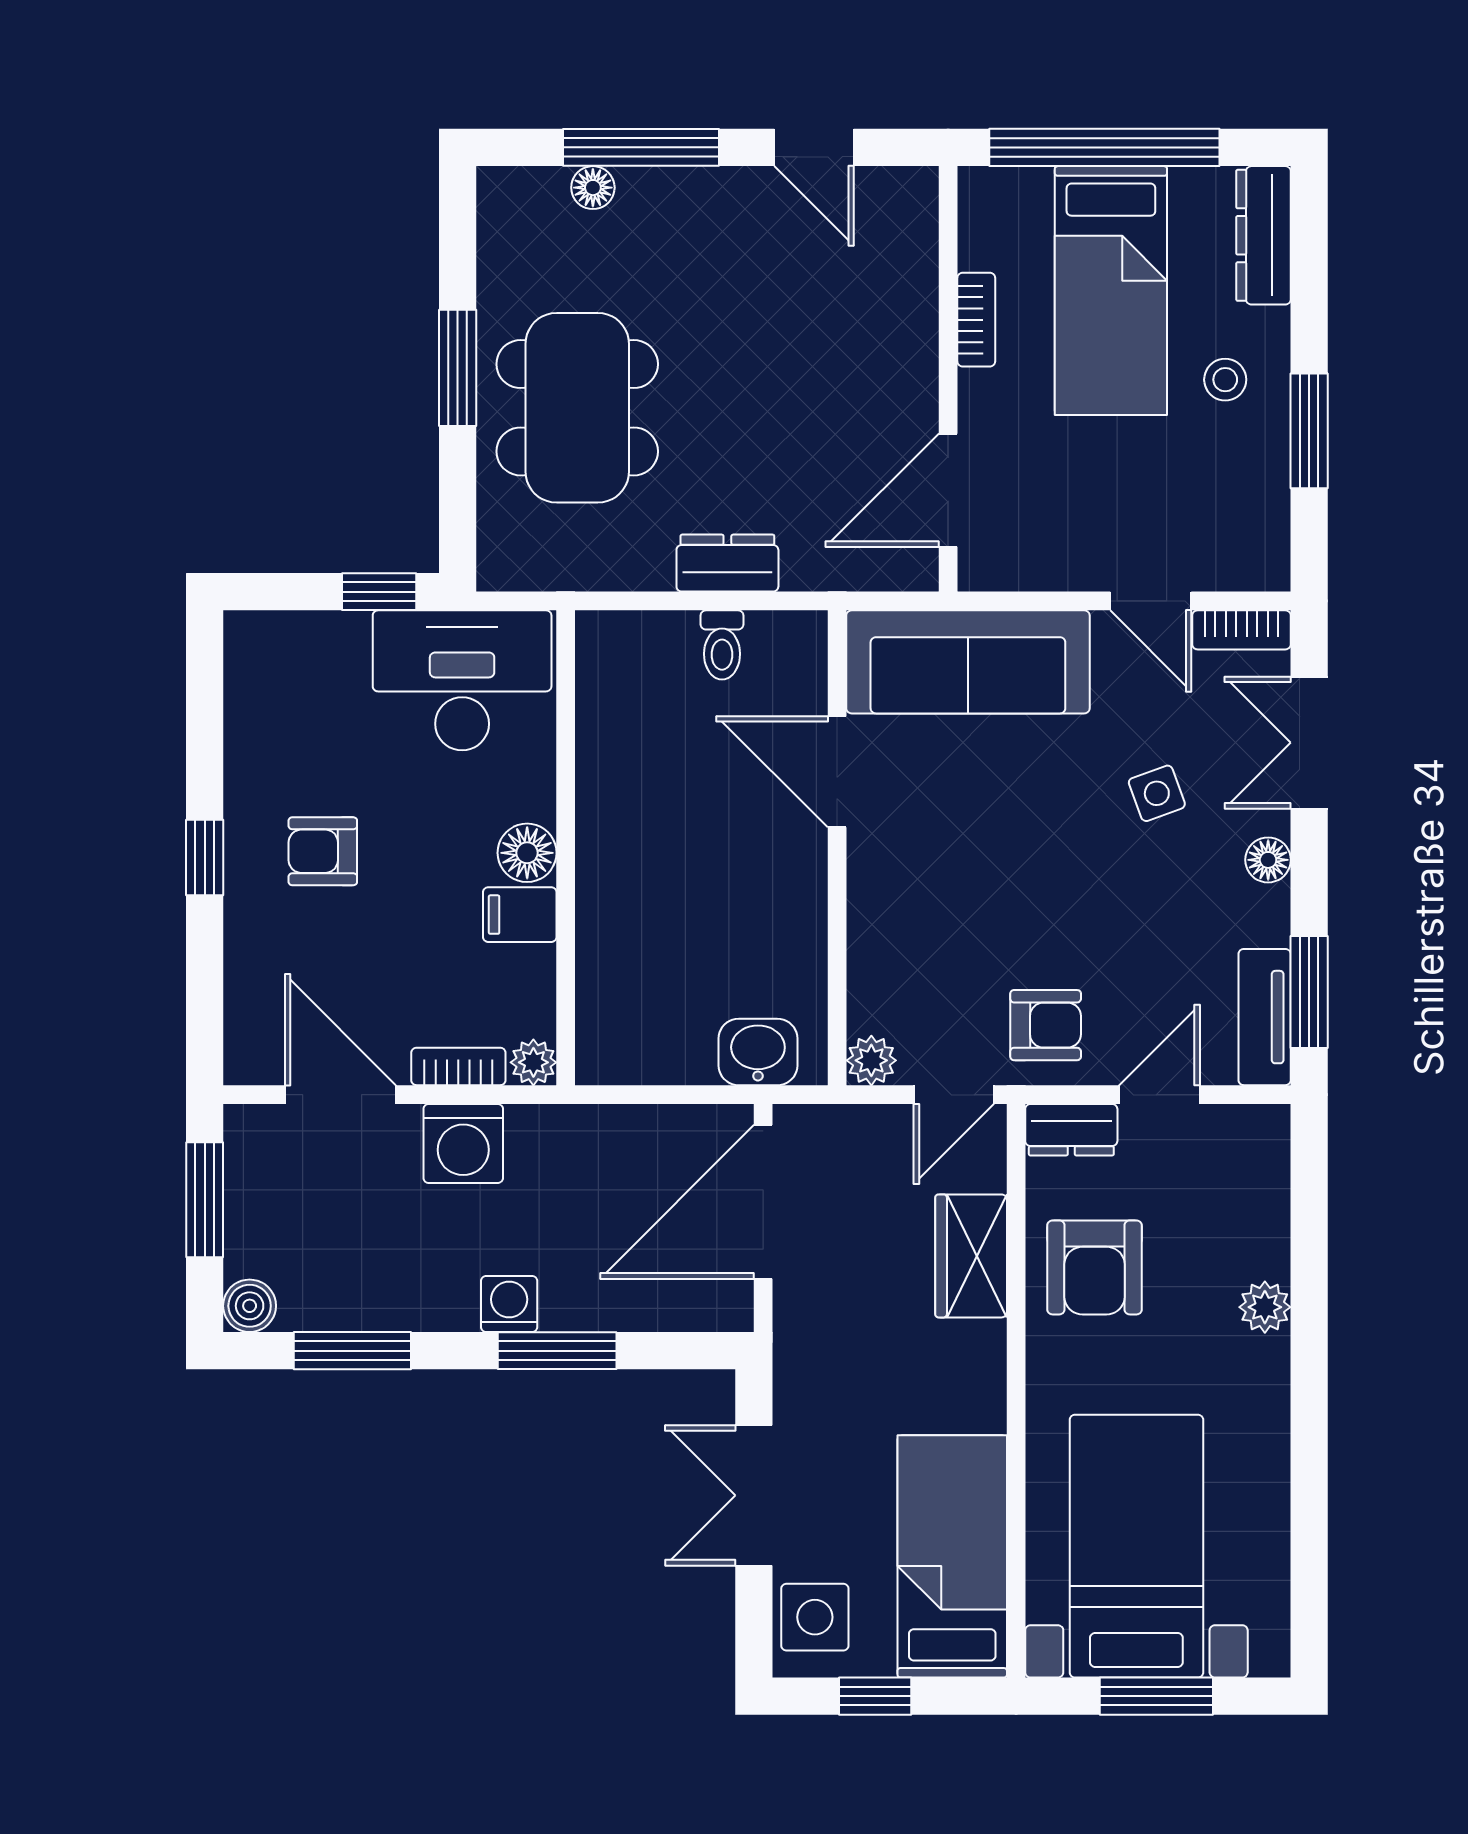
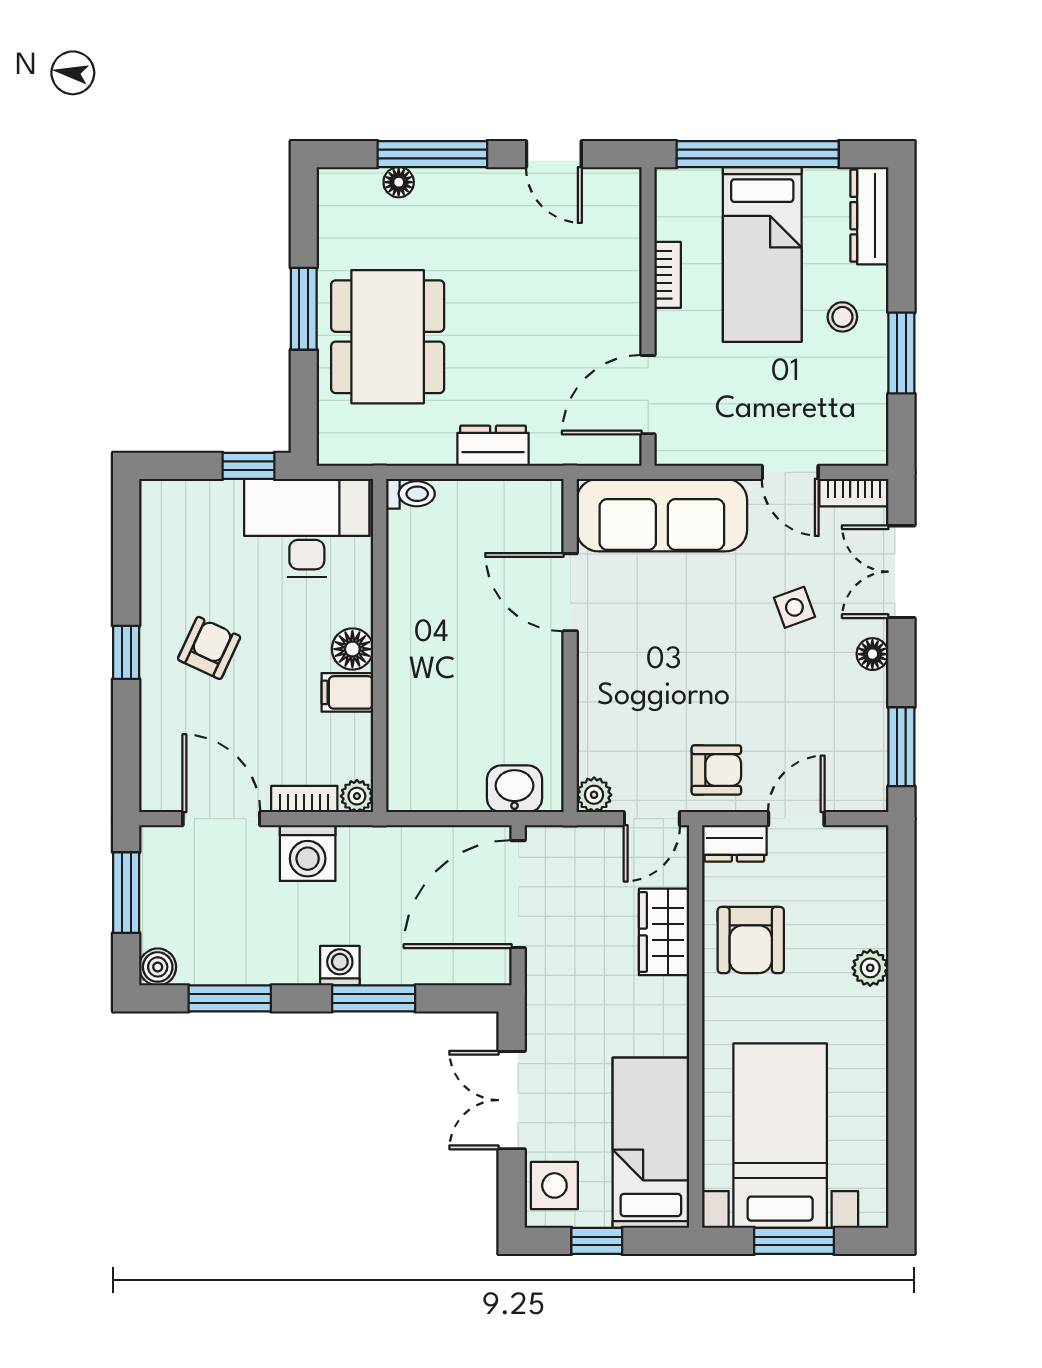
toilet: (722, 645) -> (410, 494), moved, turned -90
armchair: (323, 851) -> (209, 648), turned 115
tv unit: (1265, 1017) -> (870, 764), removed

